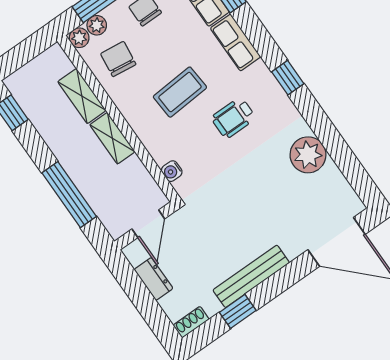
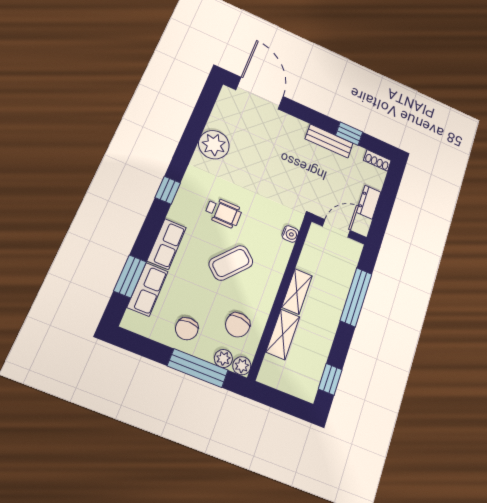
coffee table: (180, 92) -> (231, 263), turned -45
bench: (251, 276) -> (329, 141), width x0.73

